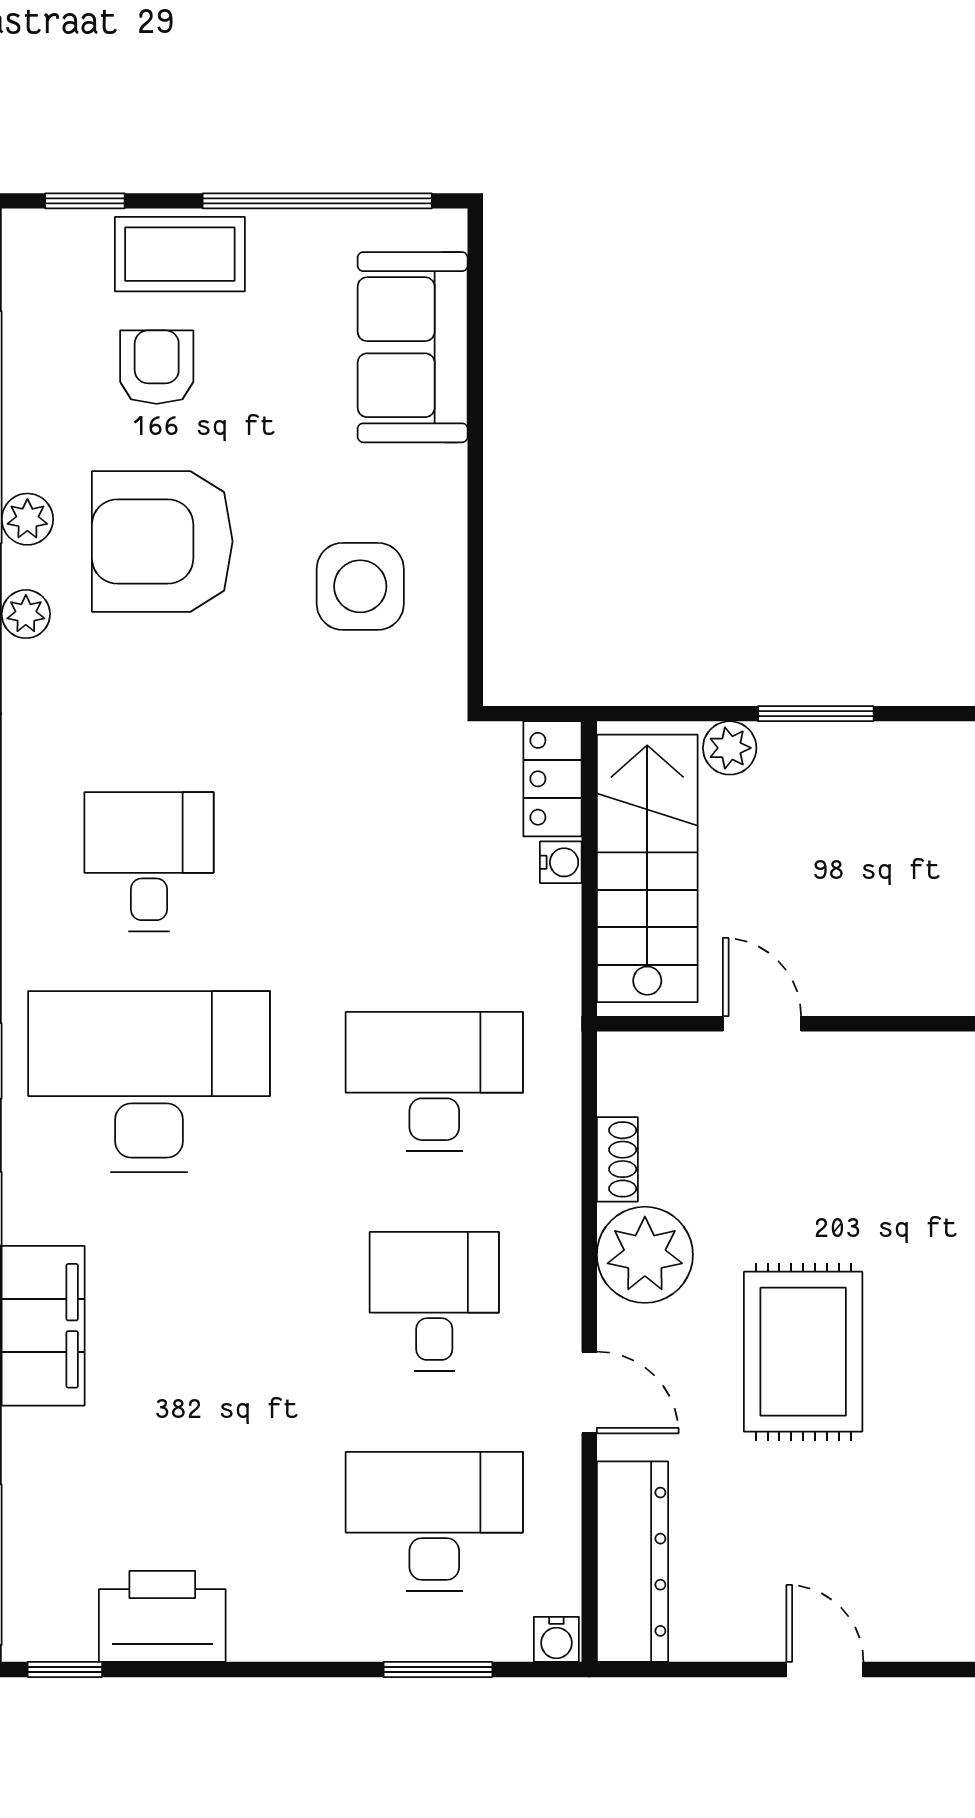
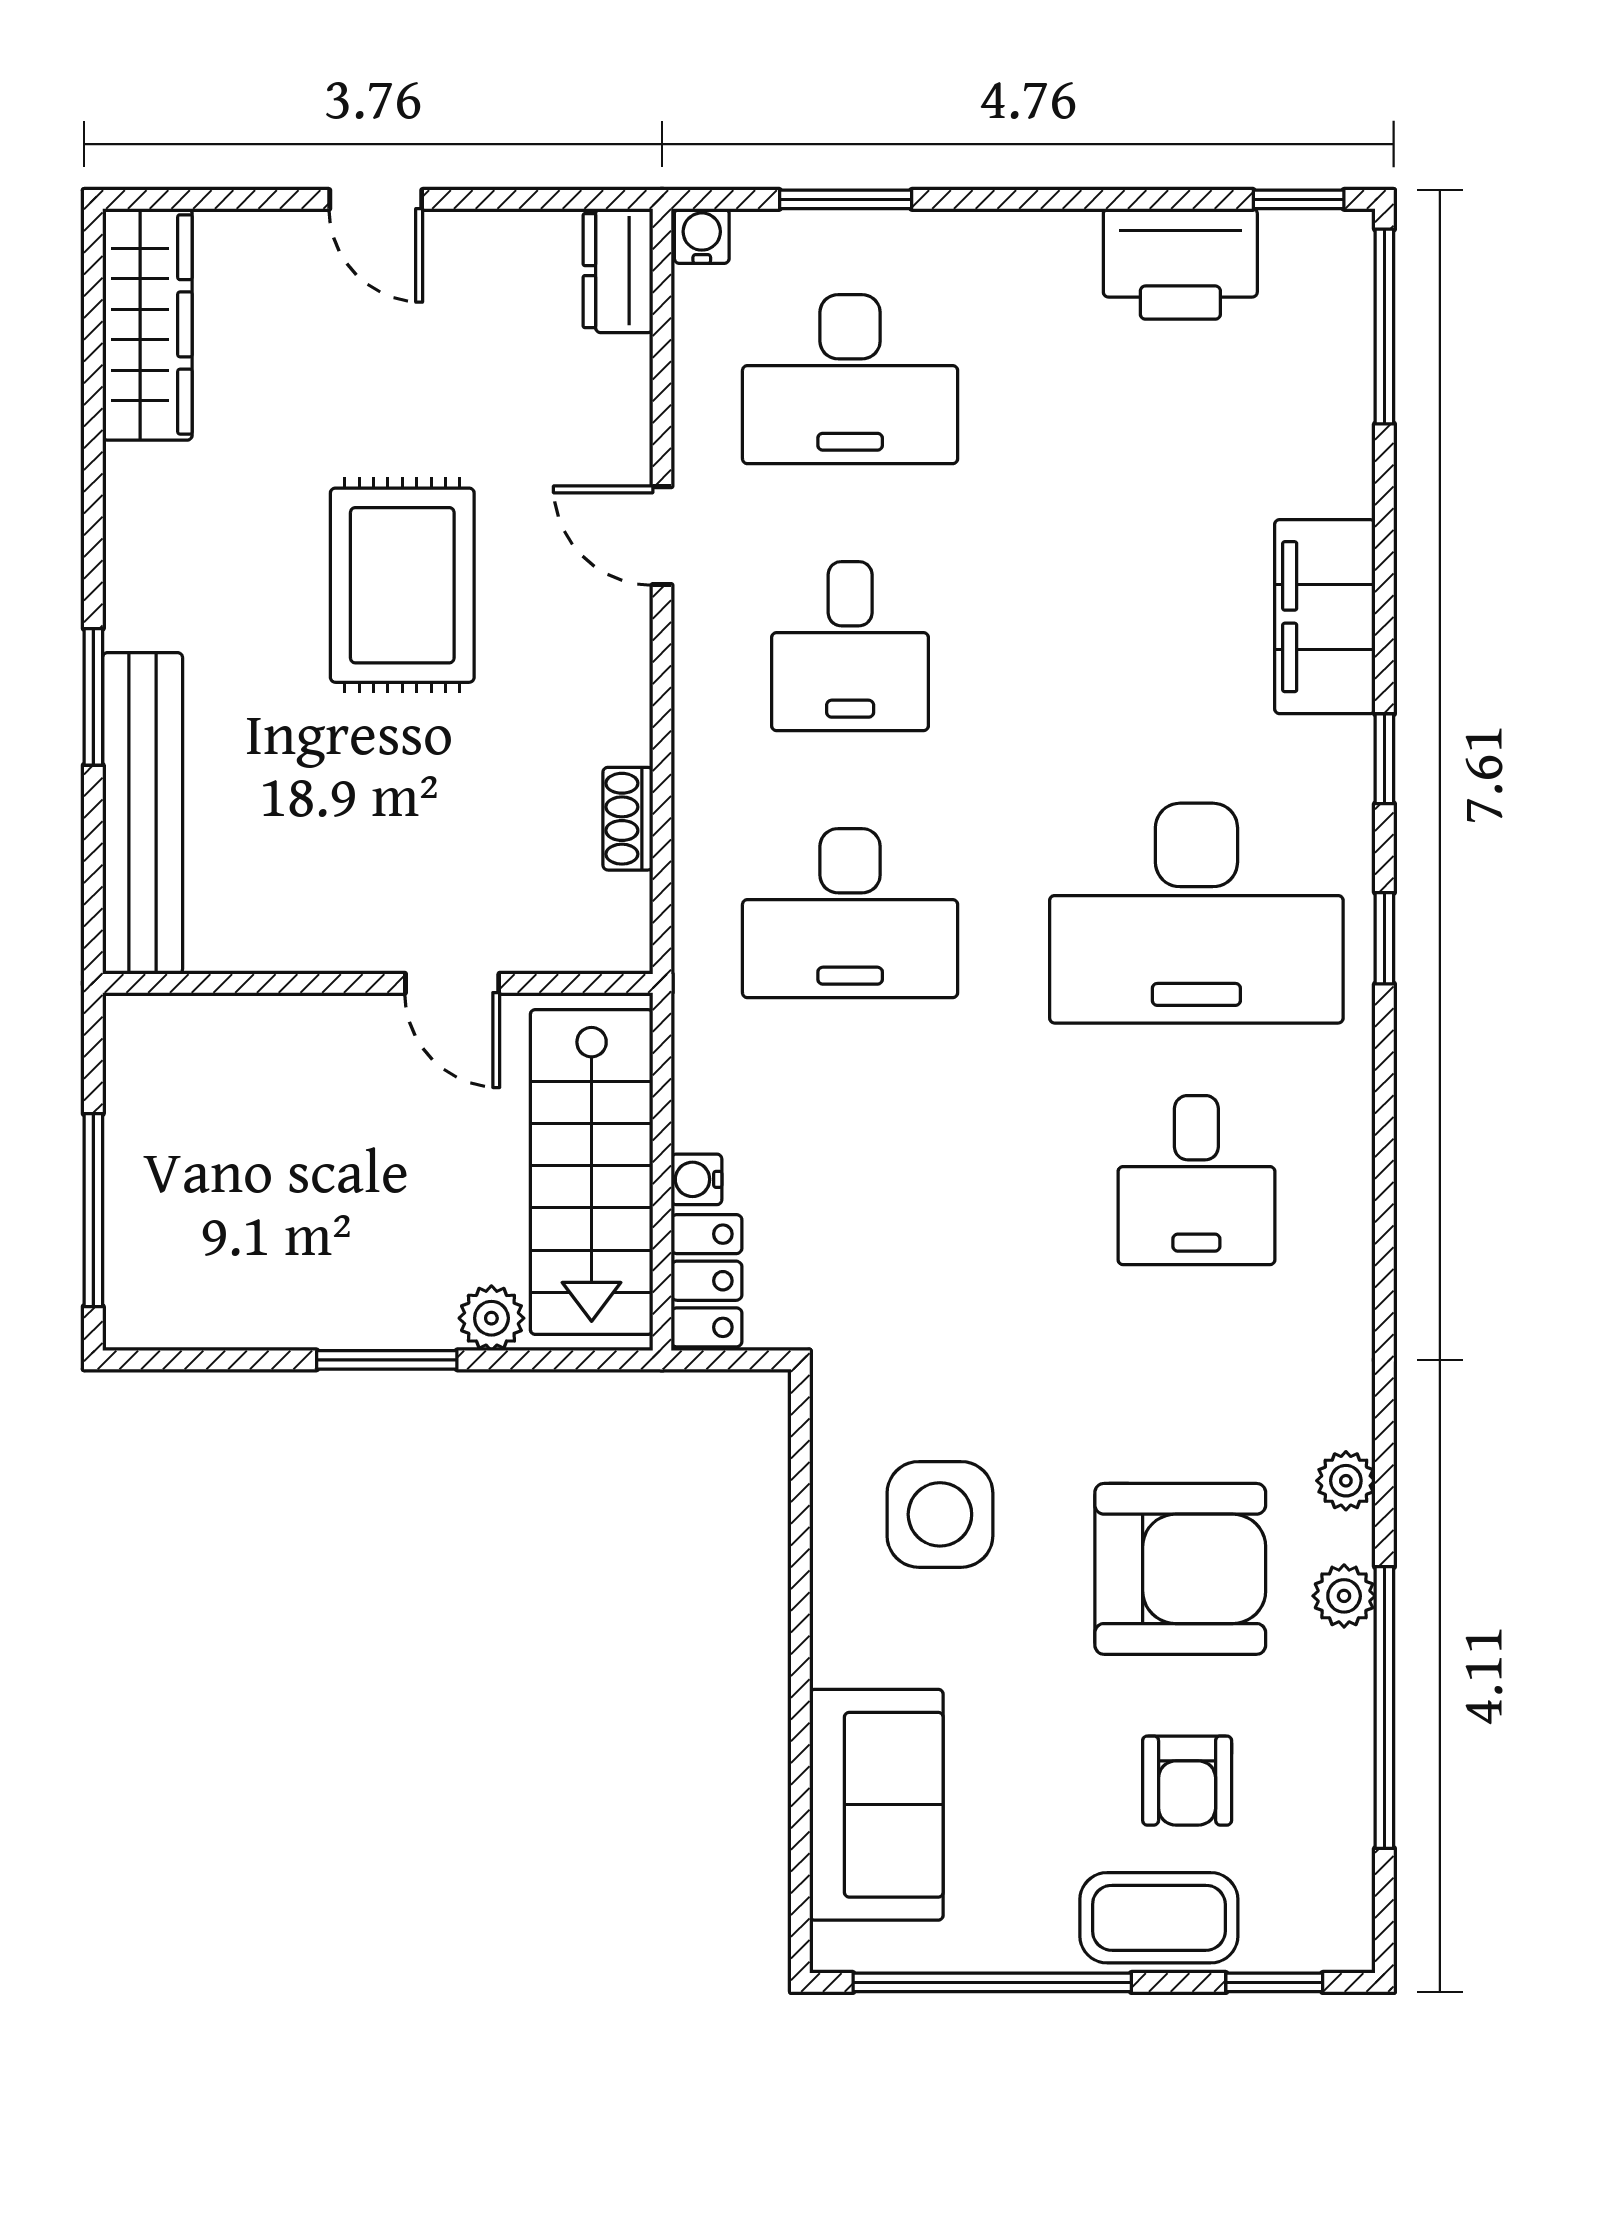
plant: (645, 1255) -> (594, 703), removed
dresser: (633, 1562) -> (618, 271), width x0.51, depth x0.80

